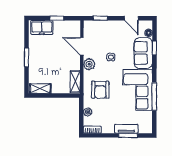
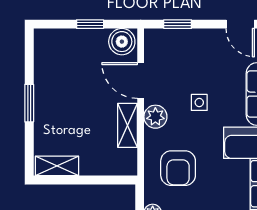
freezer: (42, 27) -> (60, 43), removed
boiler: (73, 27) -> (122, 42), added
shelving: (75, 81) -> (128, 125), moved

